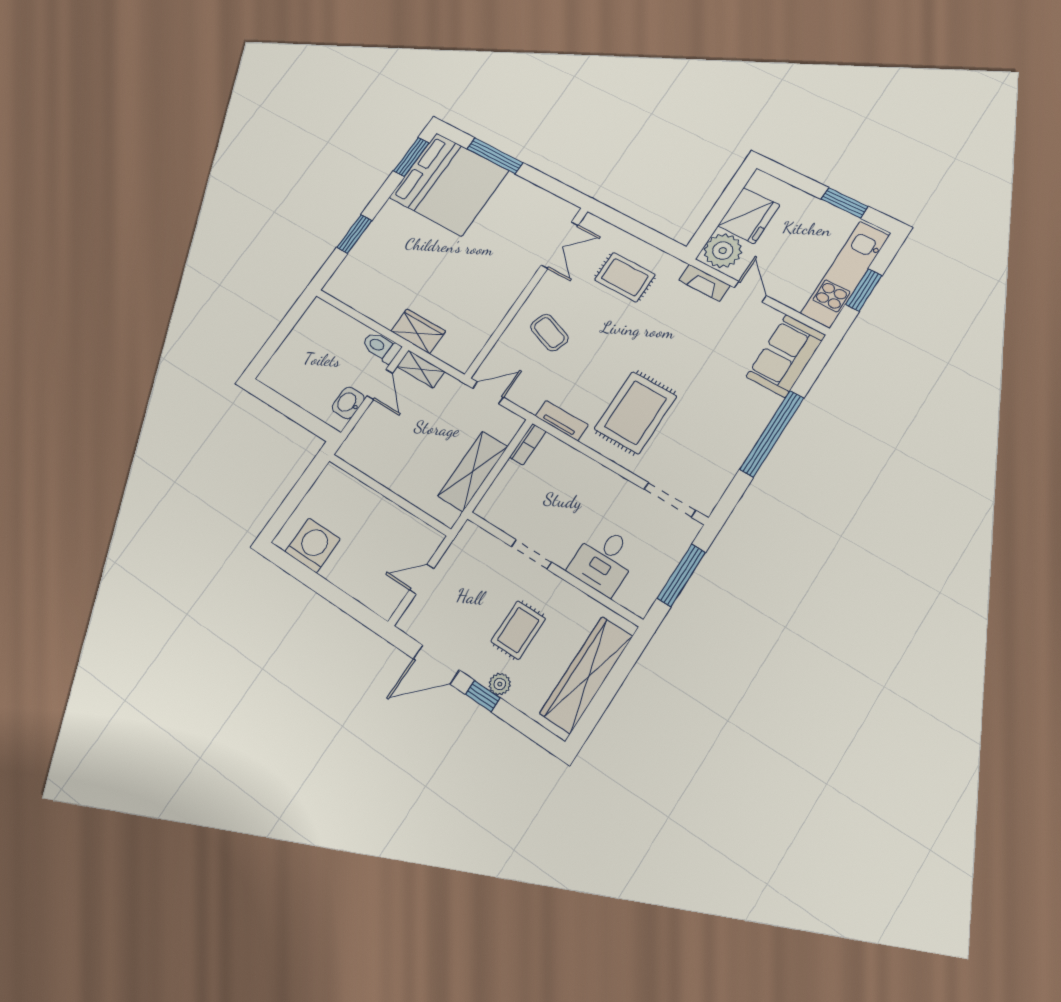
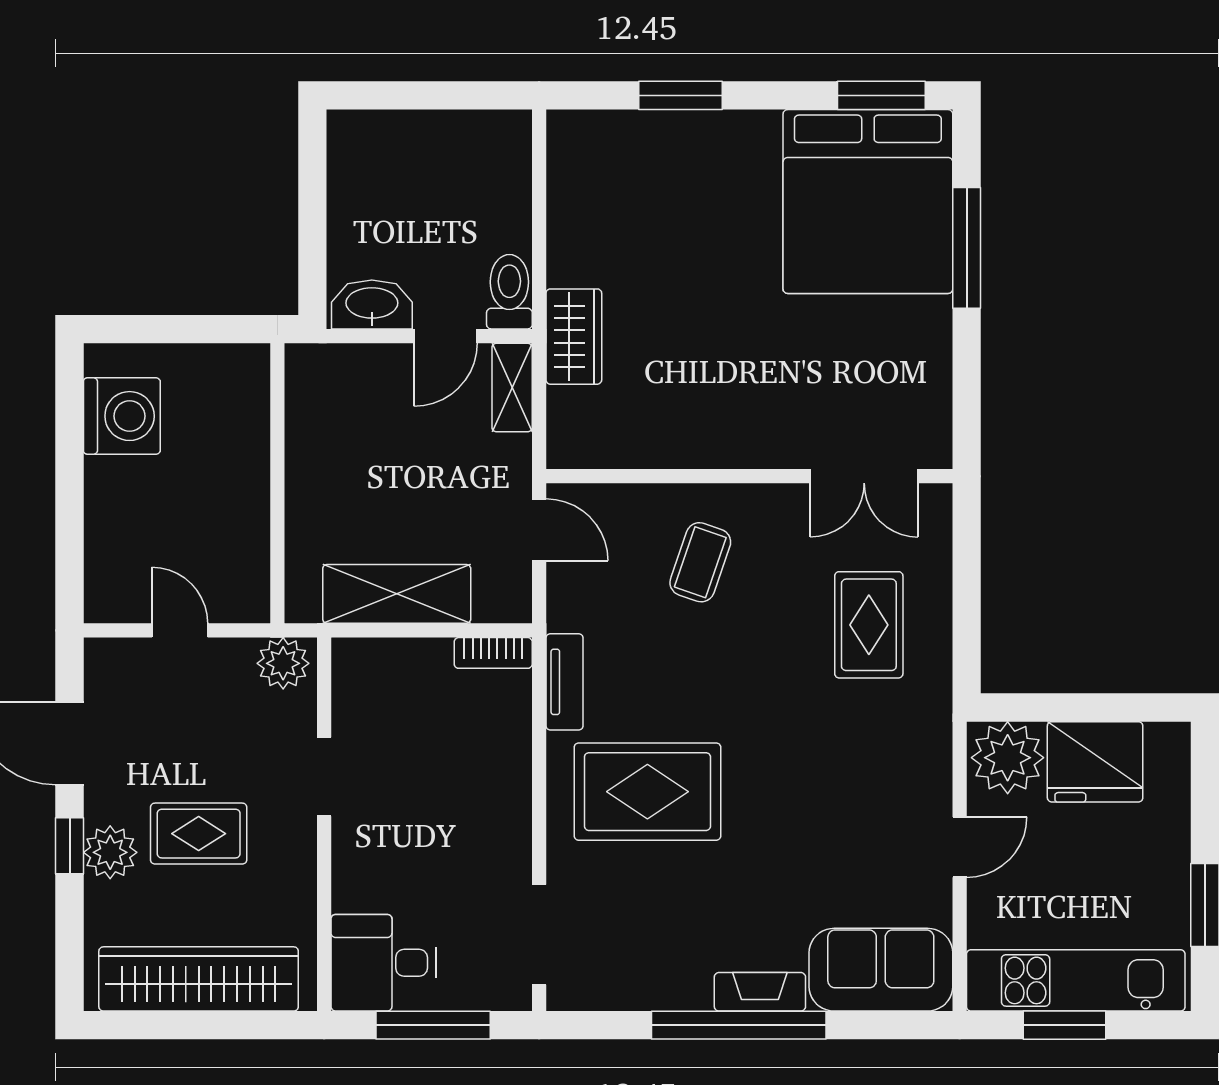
fireplace: (704, 283) -> (760, 992), moved, turned 90
washbasin: (348, 403) -> (372, 304), width x1.38
plant: (468, 541) -> (283, 663), added
desk: (604, 561) -> (383, 963), moved
plant: (500, 684) -> (110, 852), width x1.38, depth x1.38

